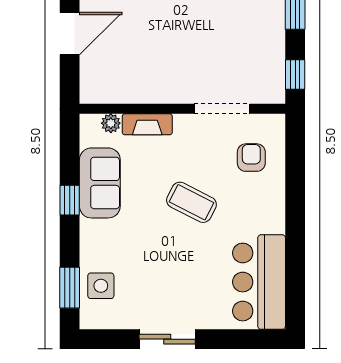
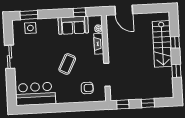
door: (70, 34) -> (124, 10), moved
window: (70, 200) -> (80, 12), moved

